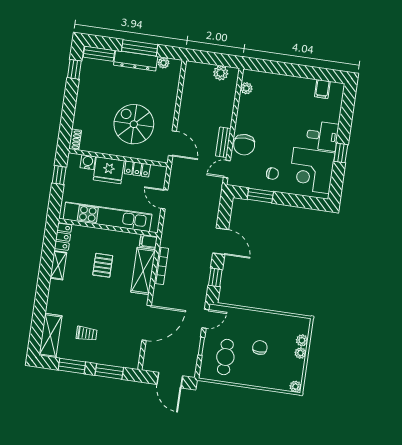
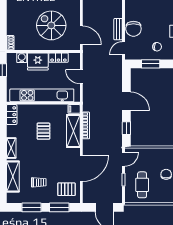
shelving: (58, 265) -> (11, 148), moved
shelving: (50, 336) -> (13, 176), moved
pallet: (122, 348) -> (66, 189), added

